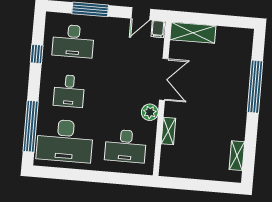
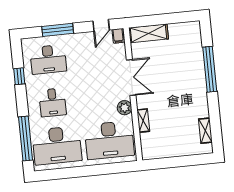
desk: (126, 146) -> (109, 140), width x1.36, depth x1.30

